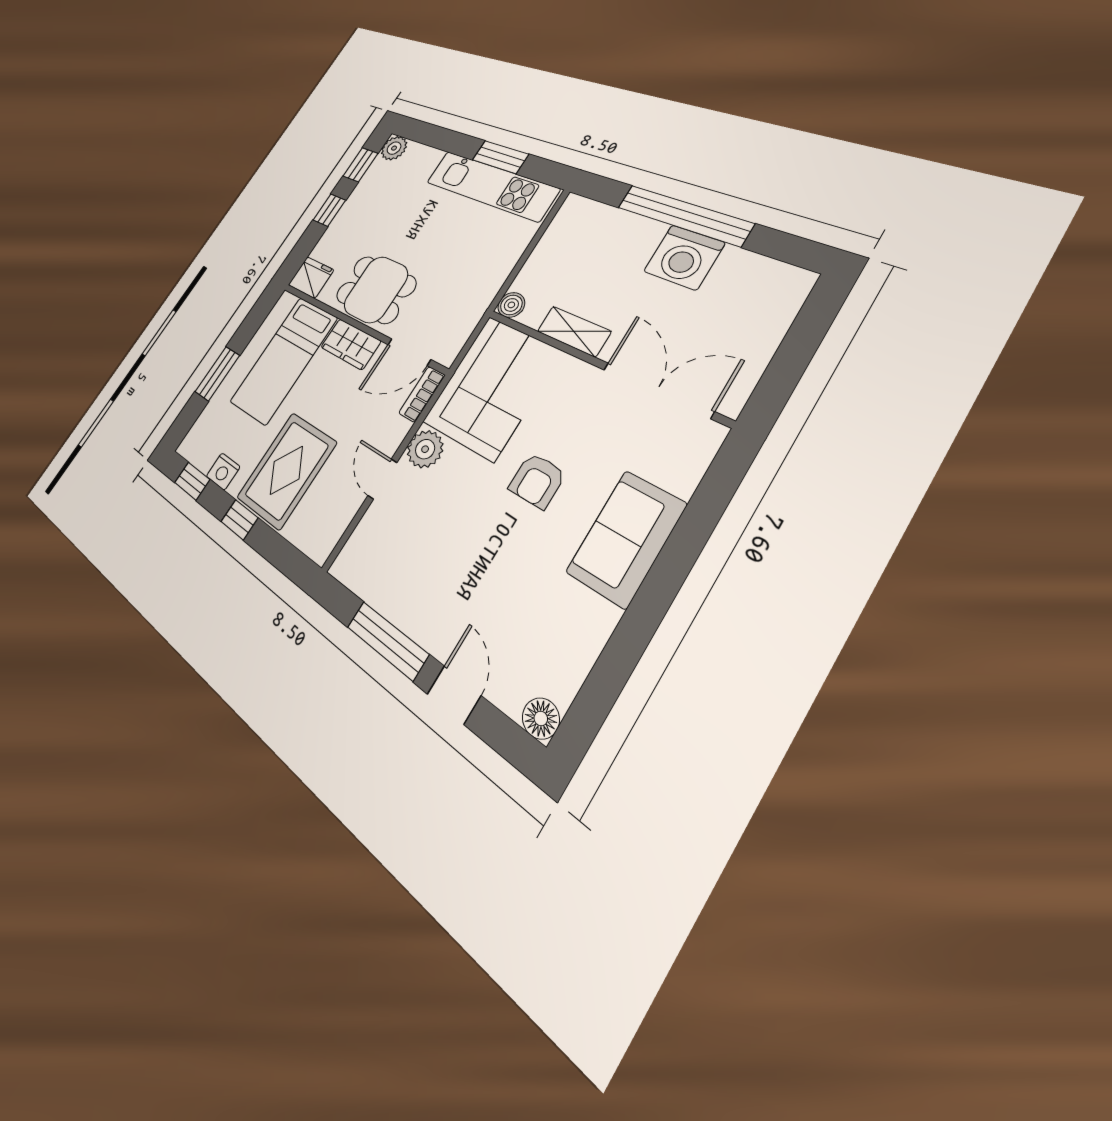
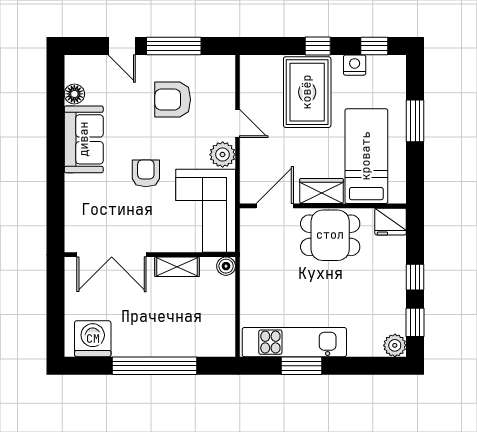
washing machine: (684, 257) -> (93, 339), moved
bookcase: (422, 394) -> (247, 185), removed
sofa: (626, 538) -> (84, 139), moved
armchair: (437, 564) -> (173, 99), added
floor lamp: (541, 718) -> (74, 94), moved

